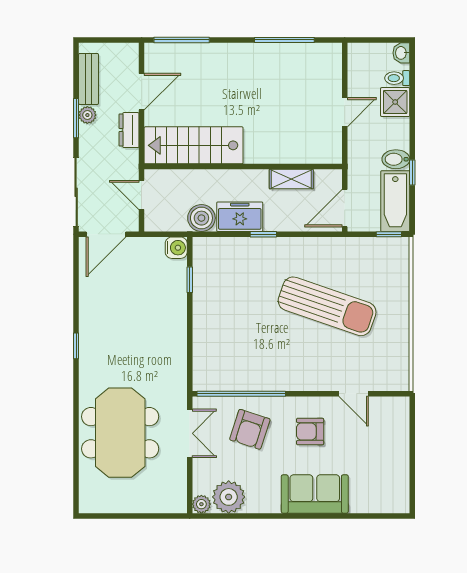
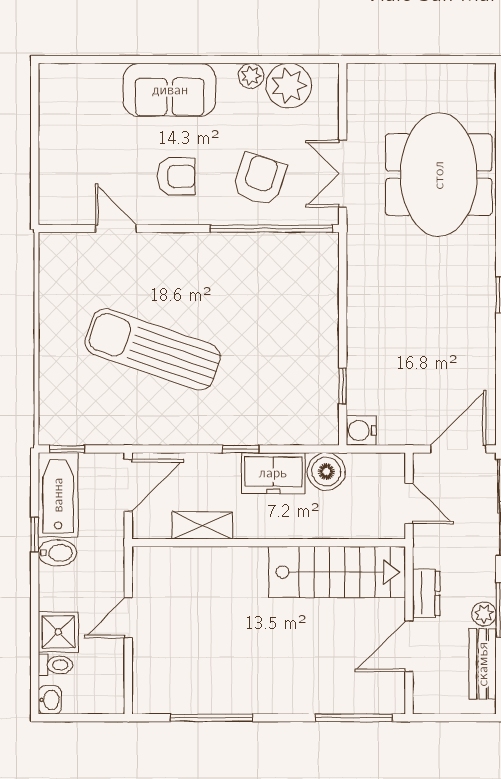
plant: (201, 504) -> (251, 76), moved

